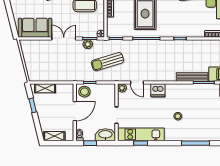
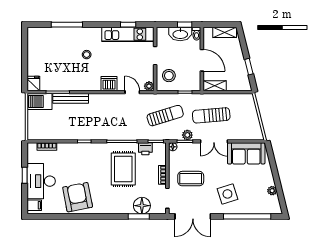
printer: (125, 32) -> (145, 149), added
sun lounger: (66, 62) -> (211, 115), added
shelving: (45, 88) -> (215, 86), moved
stool: (84, 92) -> (169, 76), moved
door: (75, 111) -> (202, 60), swing flipped
washbasin: (105, 135) -> (180, 34), moved

